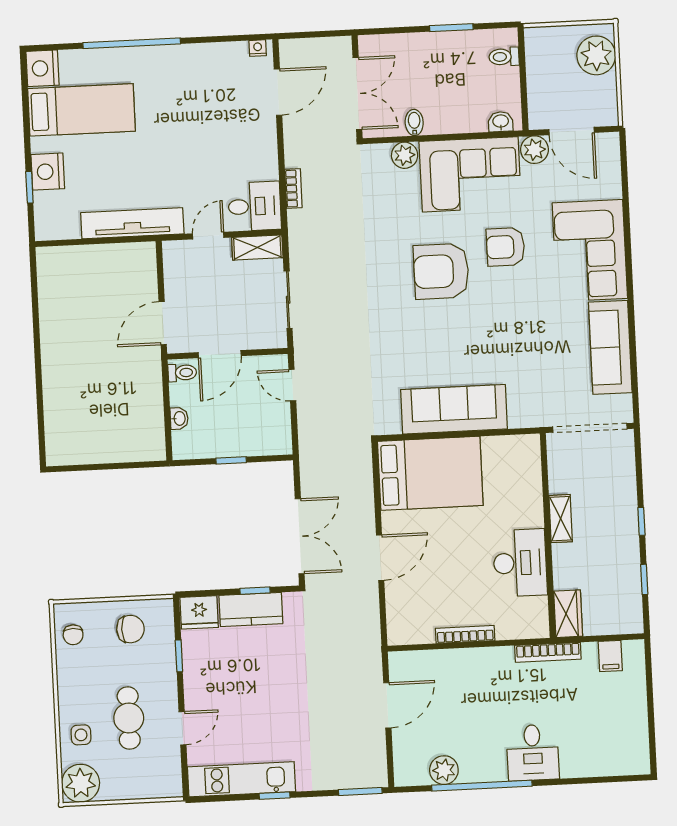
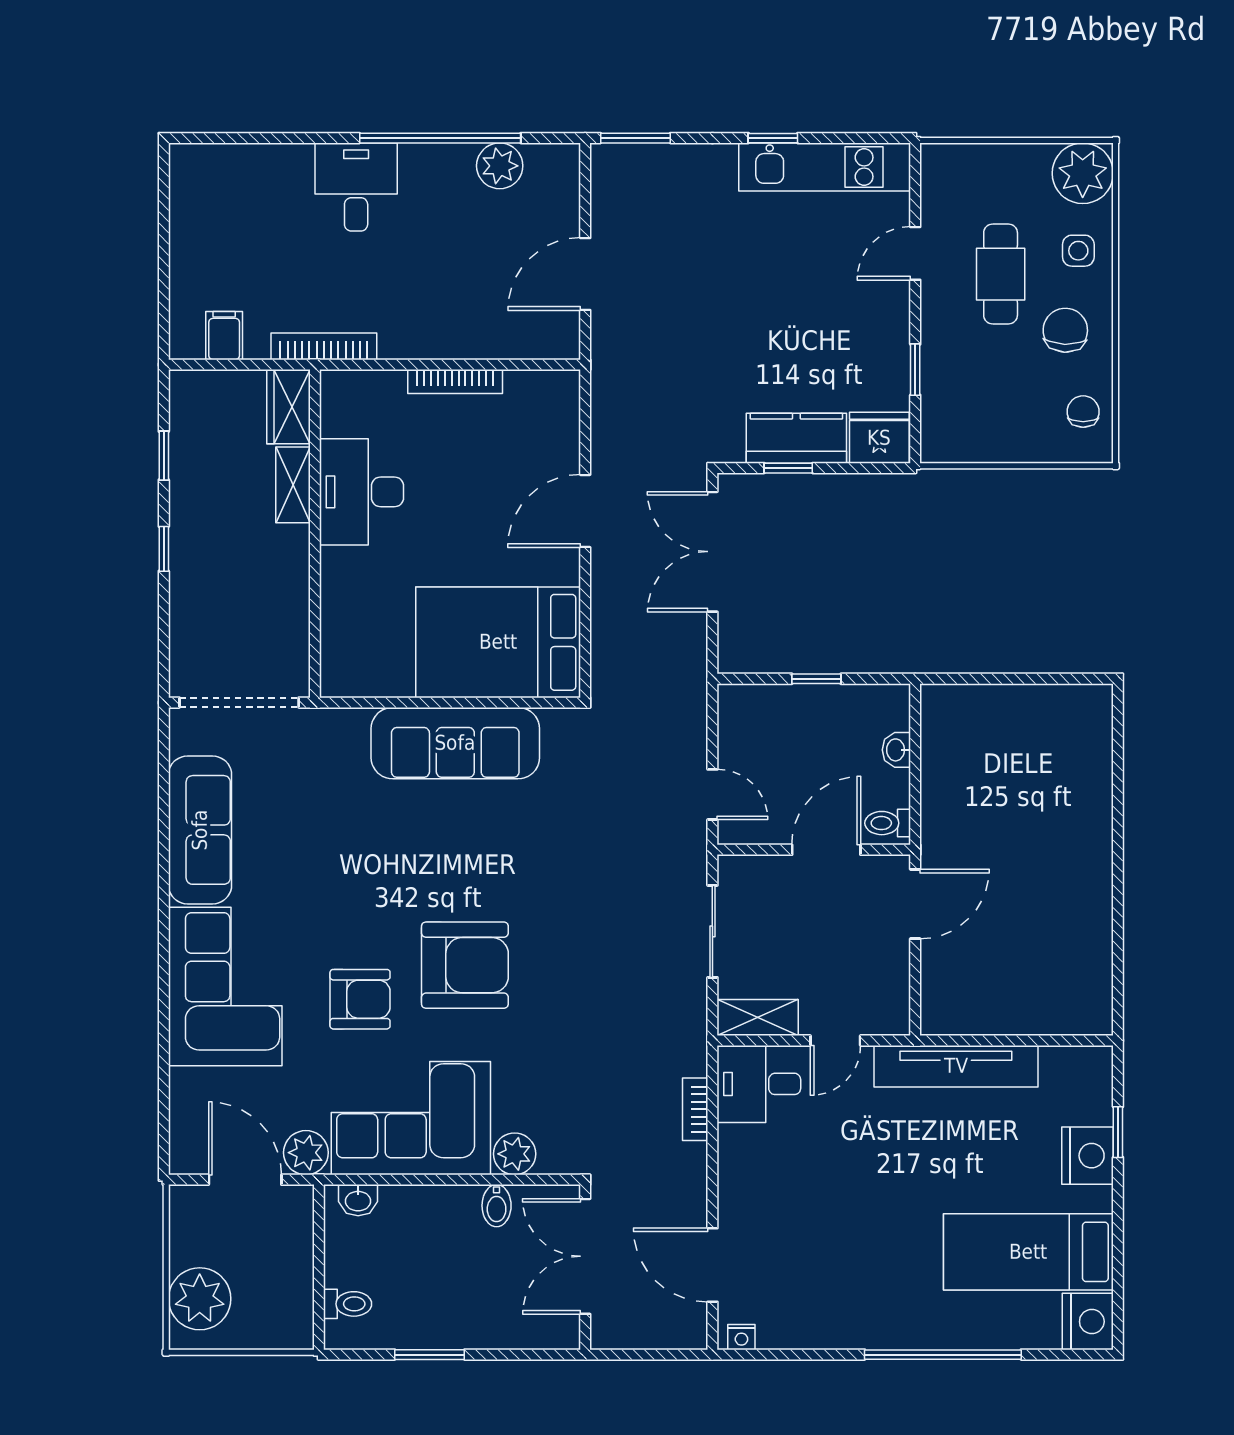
door: (278, 92) -> (712, 1265), hinge flipped
shelving: (561, 519) -> (293, 485), moved
chair: (130, 629) -> (1065, 330), moved, turned 92

